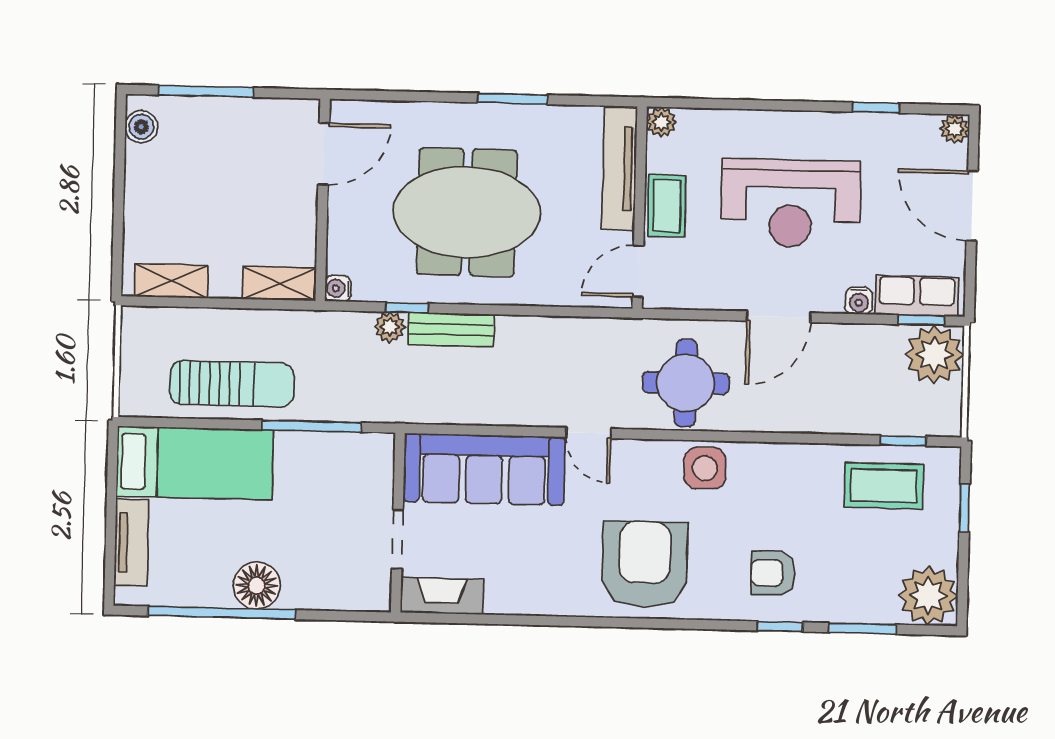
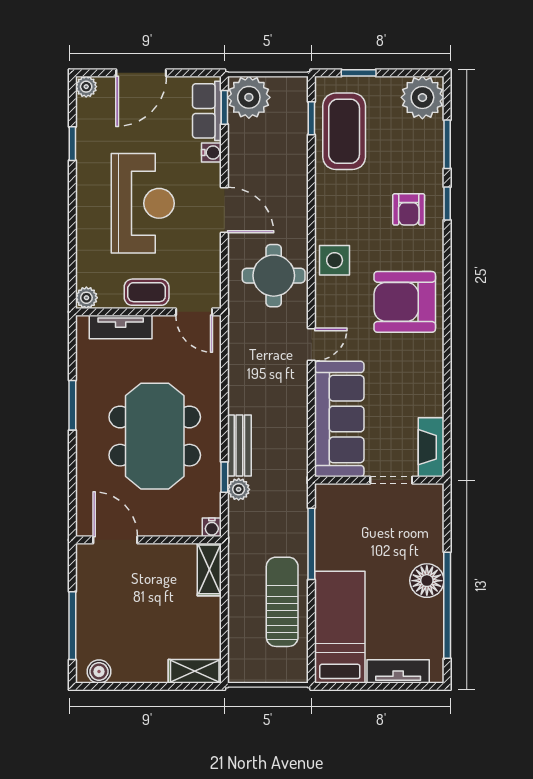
tv unit: (619, 169) -> (121, 327), width x0.71
shelving: (171, 281) -> (195, 671), moved, turned 90
coffee table: (884, 486) -> (344, 131), width x1.36, depth x1.32

